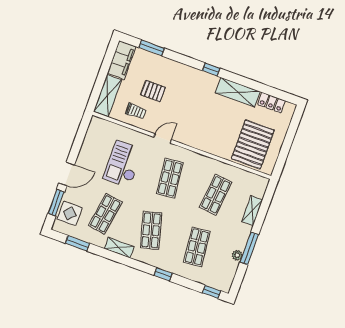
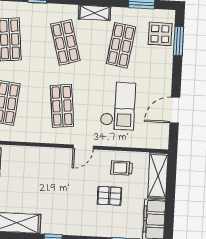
door: (67, 174) -> (175, 110), moved

